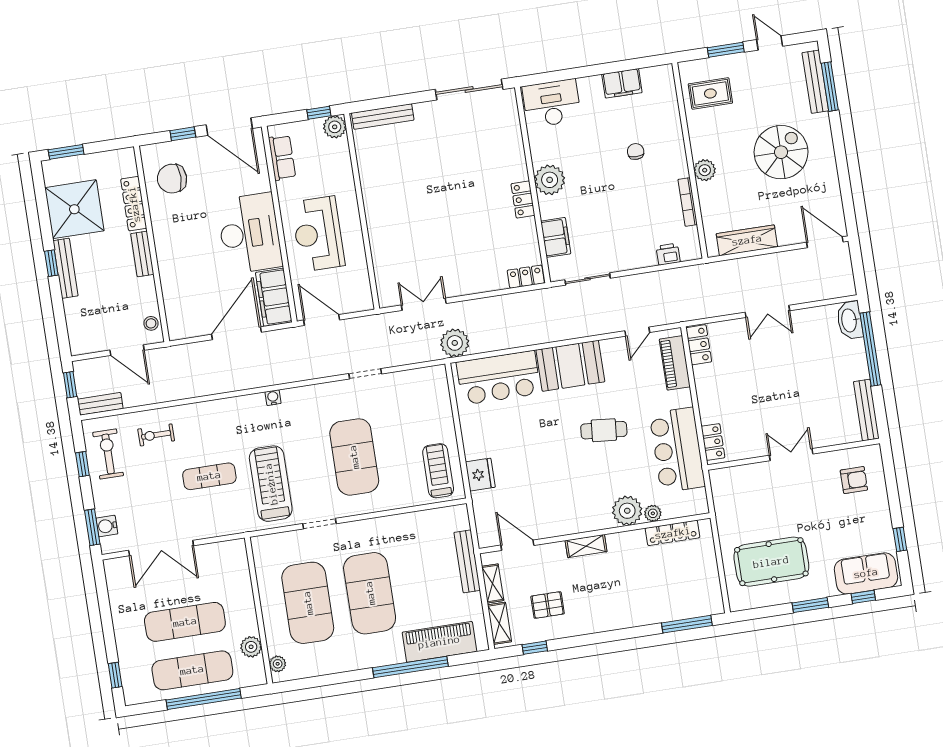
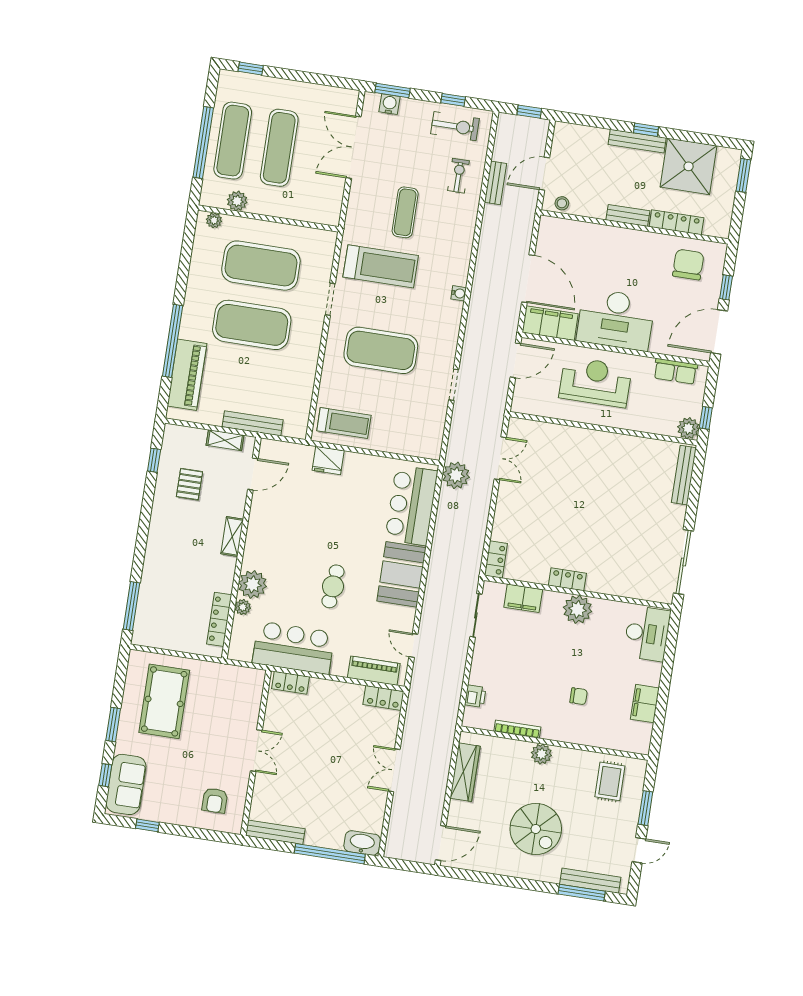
bench: (100, 404) -> (495, 183), moved
shelving: (499, 623) -> (187, 435), removed

